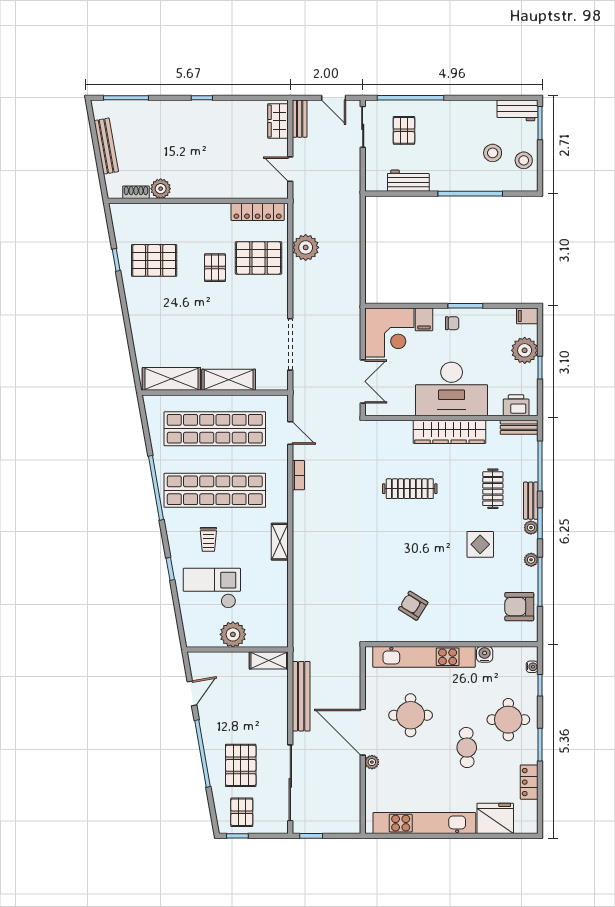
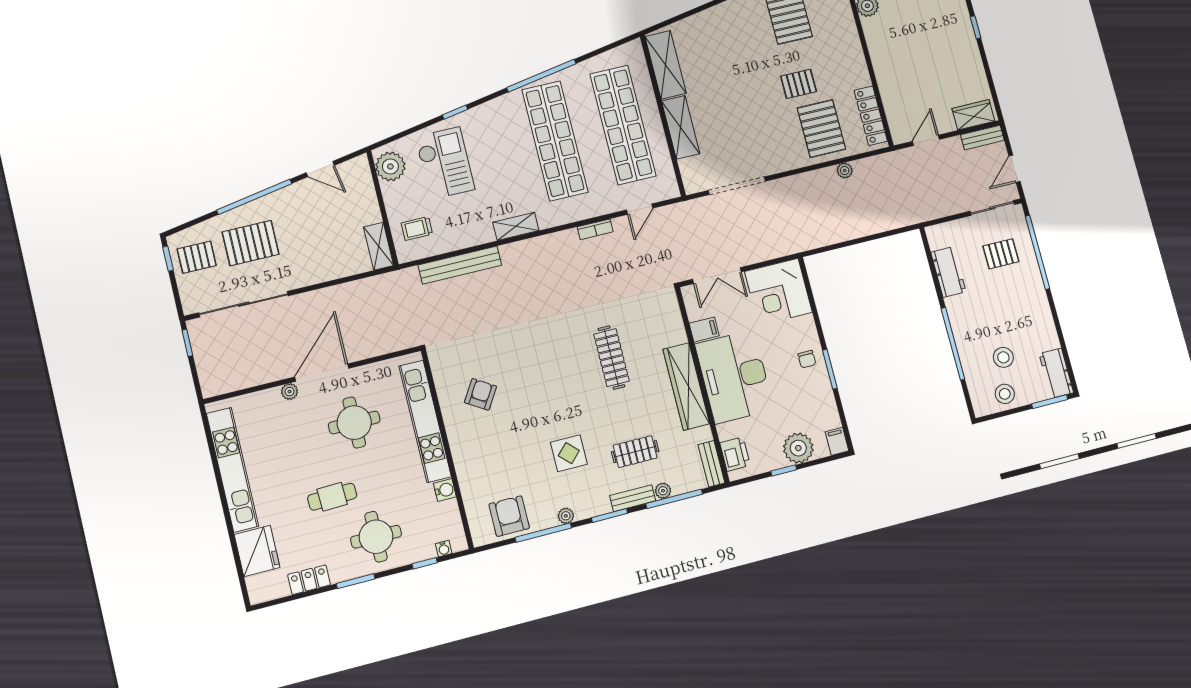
plant: (306, 247) -> (845, 170), width x0.53, depth x0.53
filing cabinet: (424, 319) -> (704, 330), moved, turned 180
plant: (531, 528) -> (663, 491), moved
trolley: (208, 539) -> (417, 228), moved
plant: (233, 634) -> (390, 166), moved
bench: (301, 696) -> (460, 265), moved

